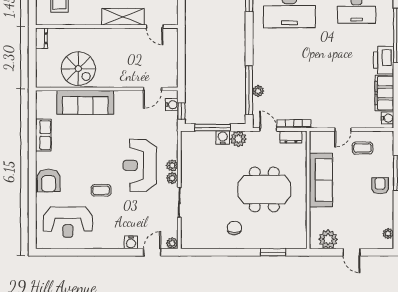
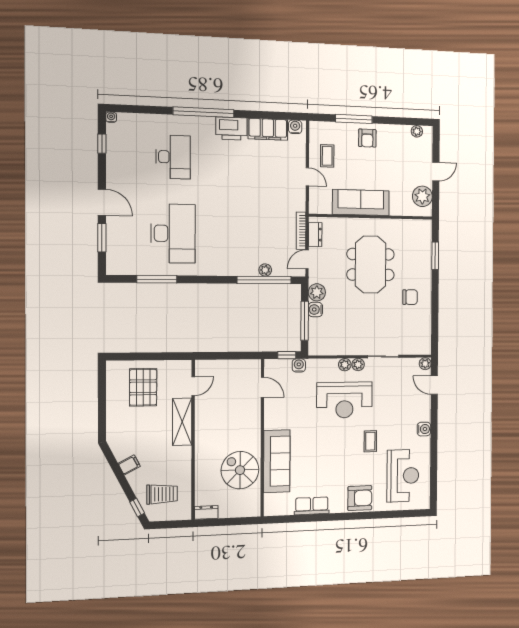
spiral stairs: (78, 69) -> (240, 470), turned -90
water cooler: (172, 105) -> (299, 365), moved
armchair: (380, 186) -> (367, 138), turned -90
chair: (234, 228) -> (410, 297), turned 180
water cooler: (131, 242) -> (424, 429), moved

